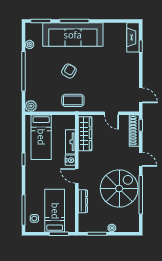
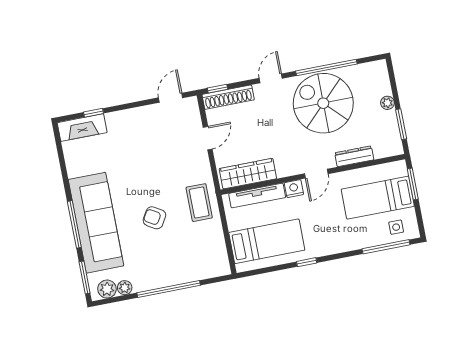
plant: (31, 106) -> (107, 289), moved
tv unit: (70, 142) -> (257, 195), width x1.41

